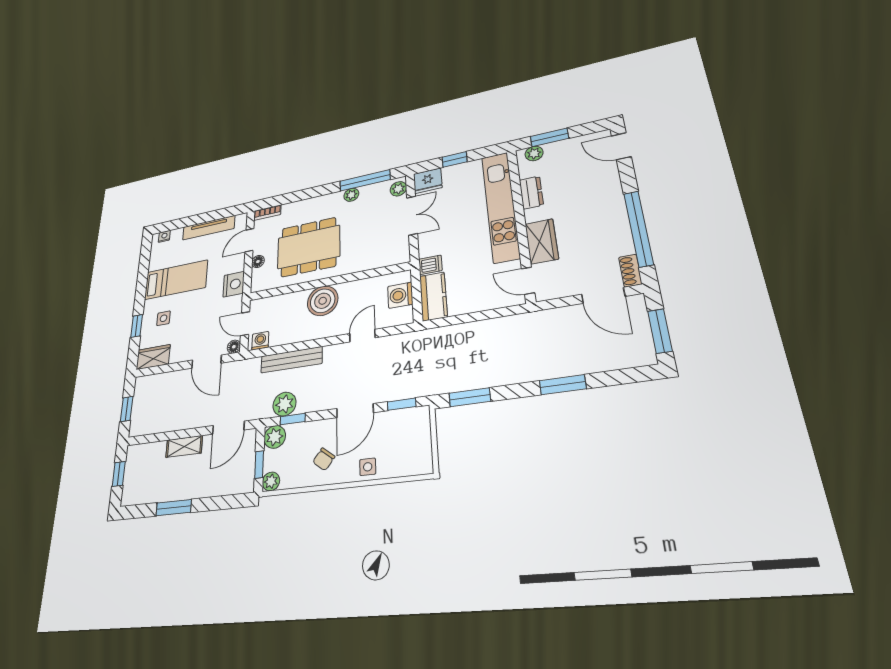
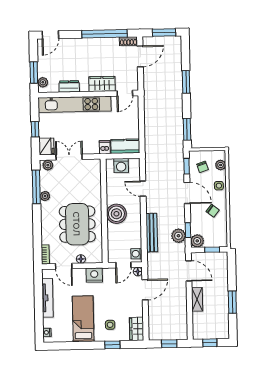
chair: (401, 433) -> (202, 167), added
plant: (271, 481) -> (221, 165), moved

